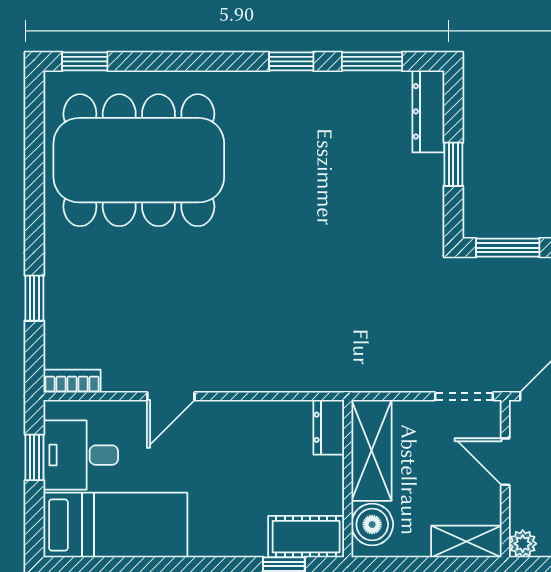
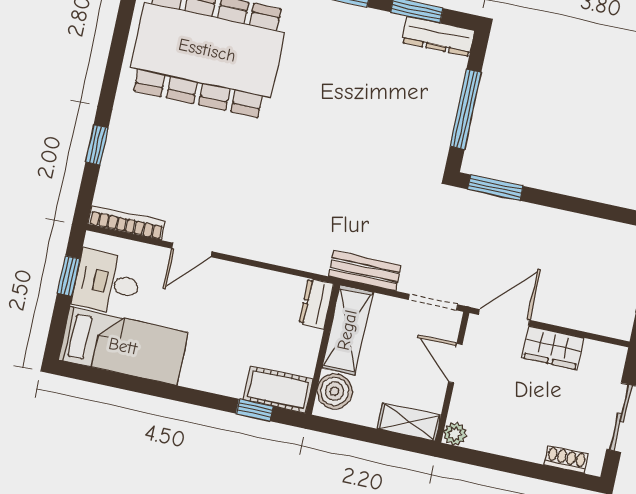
dresser: (428, 111) -> (438, 36), moved, turned -90
window: (453, 164) -> (466, 109), width x2.17
bench: (377, 377) -> (365, 271), added
bookcase: (72, 381) -> (126, 223), width x1.56

